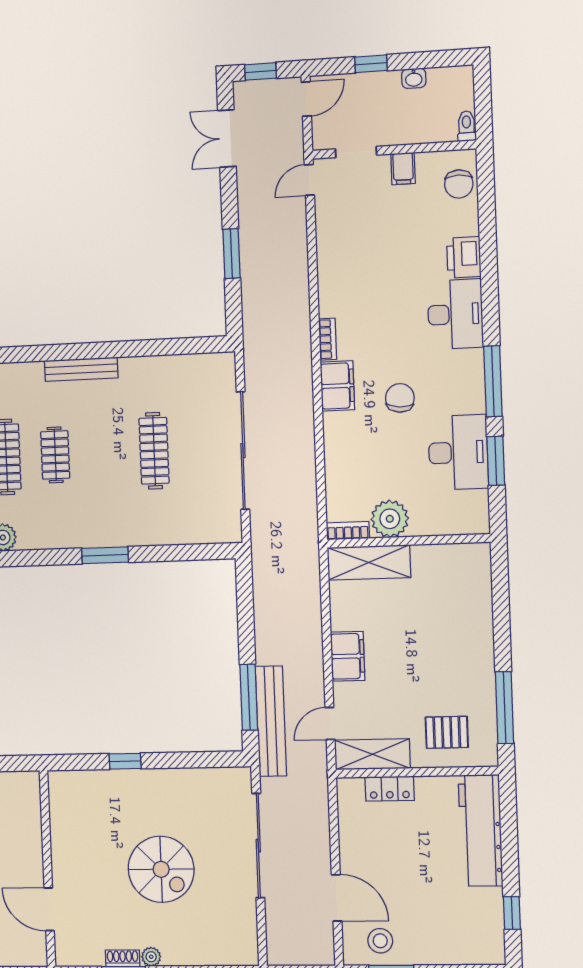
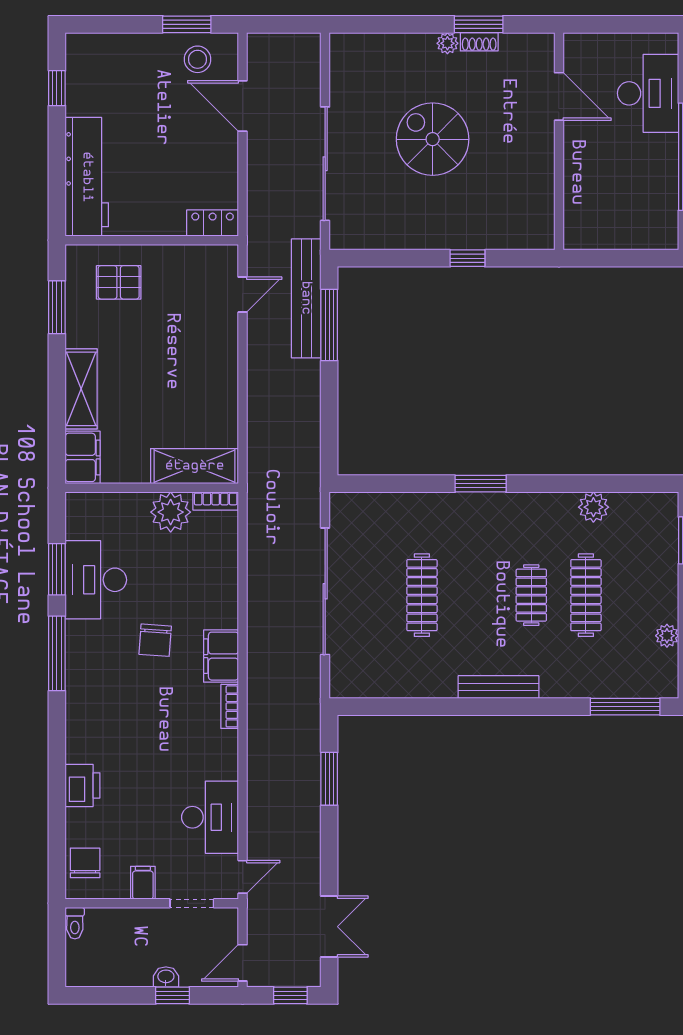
washbasin: (414, 78) -> (166, 977), moved
window: (231, 254) -> (329, 779), moved
desk: (455, 314) -> (210, 817), moved, turned 180
filing cabinet: (348, 656) -> (83, 457), moved, turned 180
window: (505, 708) -> (57, 307), width x0.69
shelving: (372, 754) -> (81, 389), moved, turned 90
locker: (390, 789) -> (213, 223), moved

